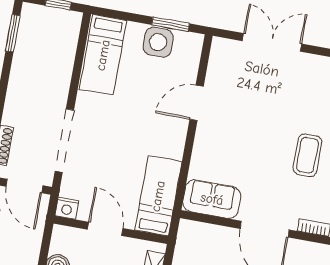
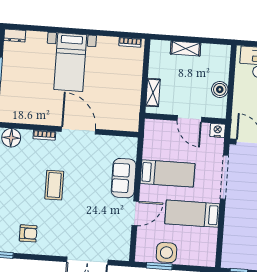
bed: (103, 55) -> (192, 214), moved, turned -90
bed: (158, 196) -> (168, 173), moved, turned -90
sofa: (212, 199) -> (124, 178), moved, turned 90

